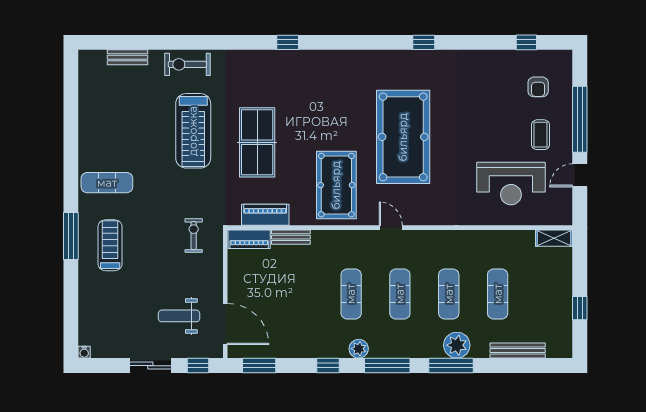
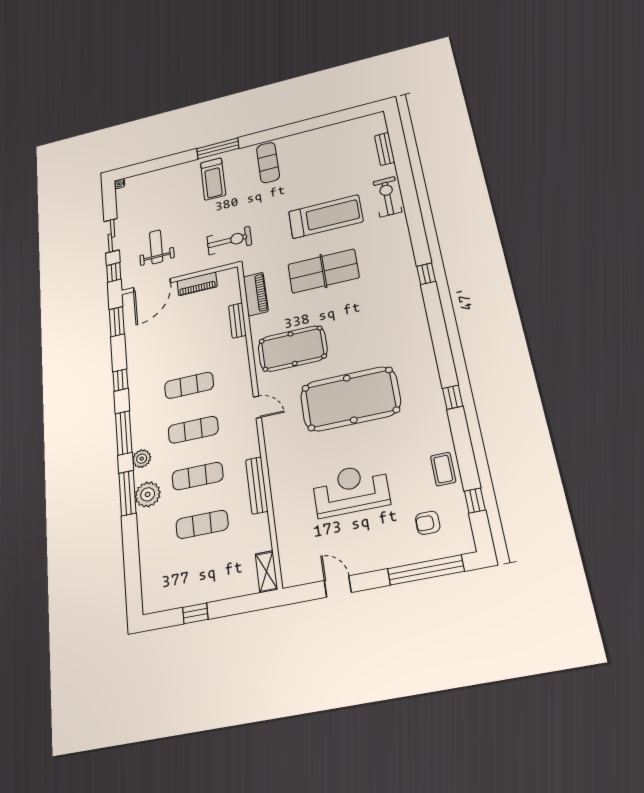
window: (580, 119) -> (426, 570), moved
treadmill: (193, 131) -> (326, 217), turned 180
coffee table: (541, 135) -> (443, 469), moved, turned 90
reception desk: (511, 183) -> (351, 490), moved, turned 90
door: (391, 228) -> (257, 407), hinge flipped
exercise bike: (194, 236) -> (229, 241), width x1.38, depth x1.39
piano: (249, 239) -> (197, 284), moved, turned -90
treadmill: (110, 245) -> (213, 179), turned 90
plant: (359, 349) -> (142, 459), moved
bench: (518, 351) -> (257, 485), moved

